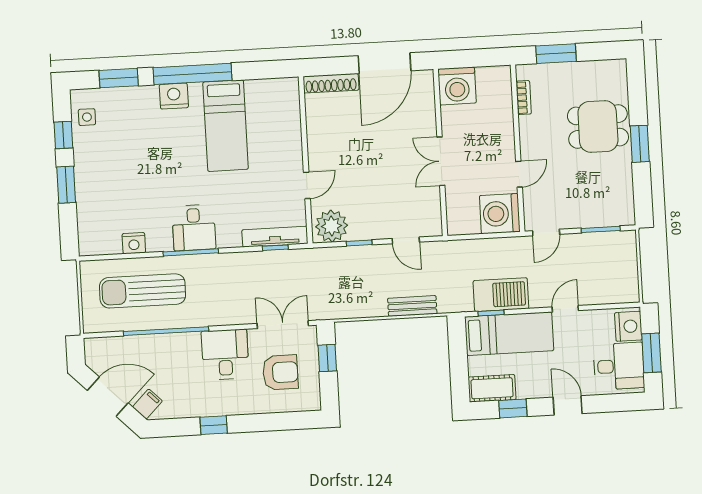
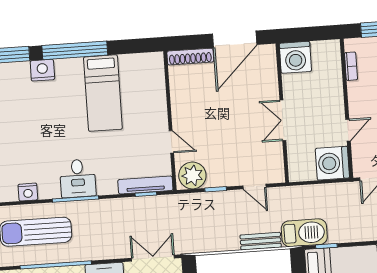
nightstand: (174, 96) -> (42, 70), moved
door: (307, 185) -> (171, 142), hinge flipped
barbecue: (501, 295) -> (304, 233), moved

